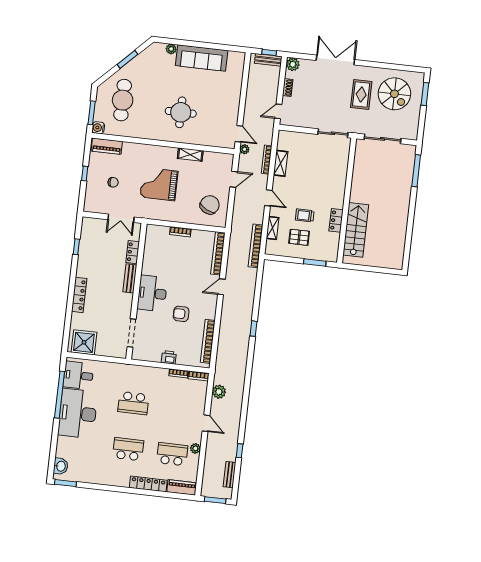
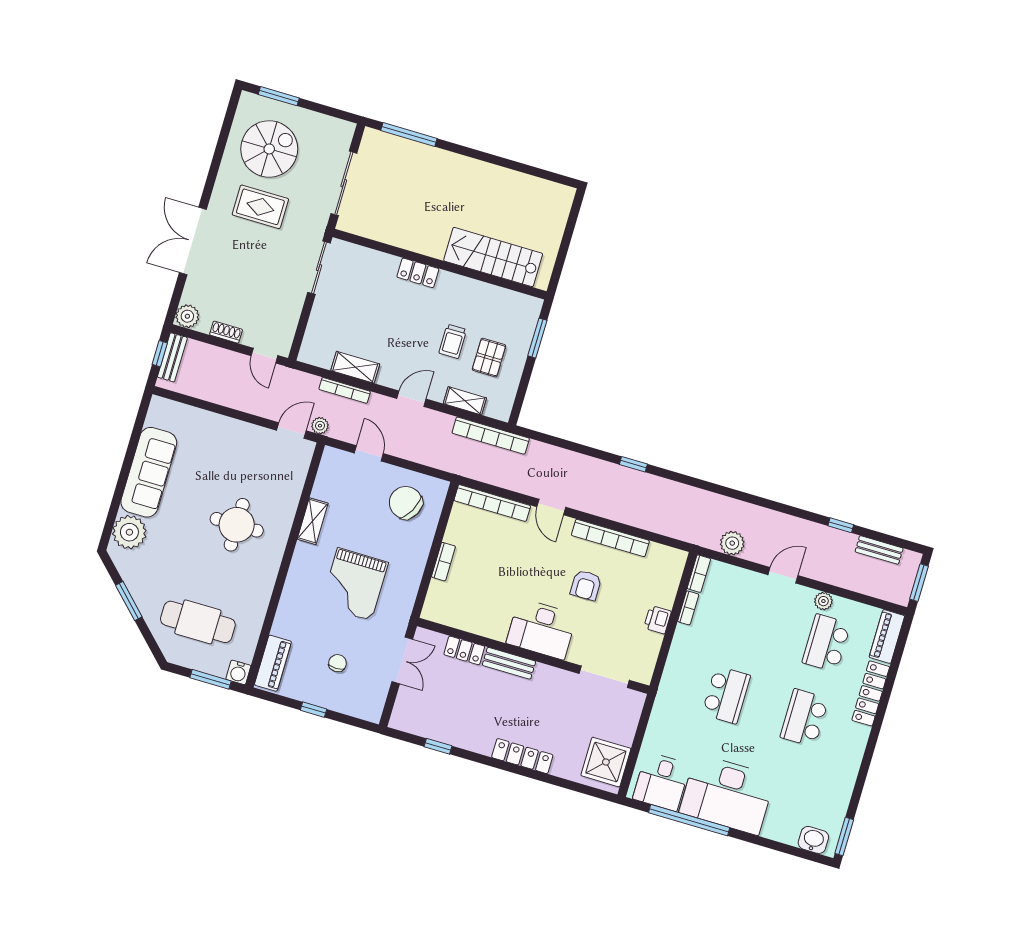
plant: (171, 49) -> (129, 532), width x1.88, depth x1.88
locker: (336, 220) -> (418, 273), moved
bookcase: (208, 341) -> (610, 538), moved

